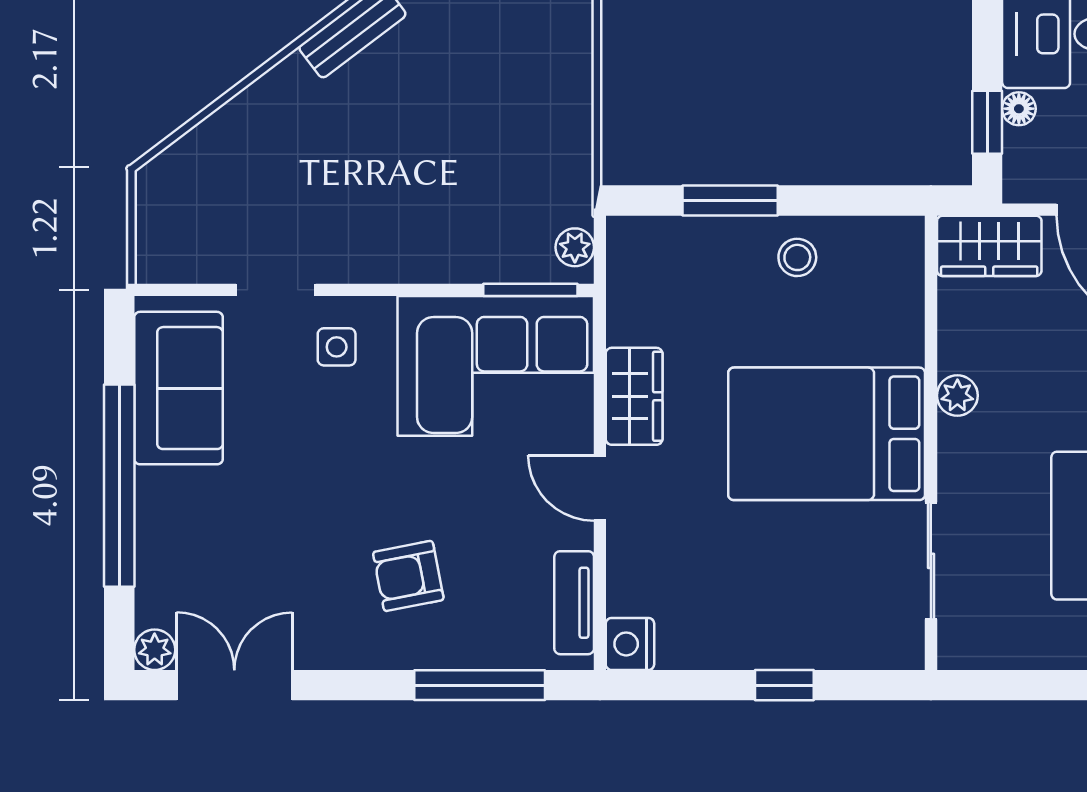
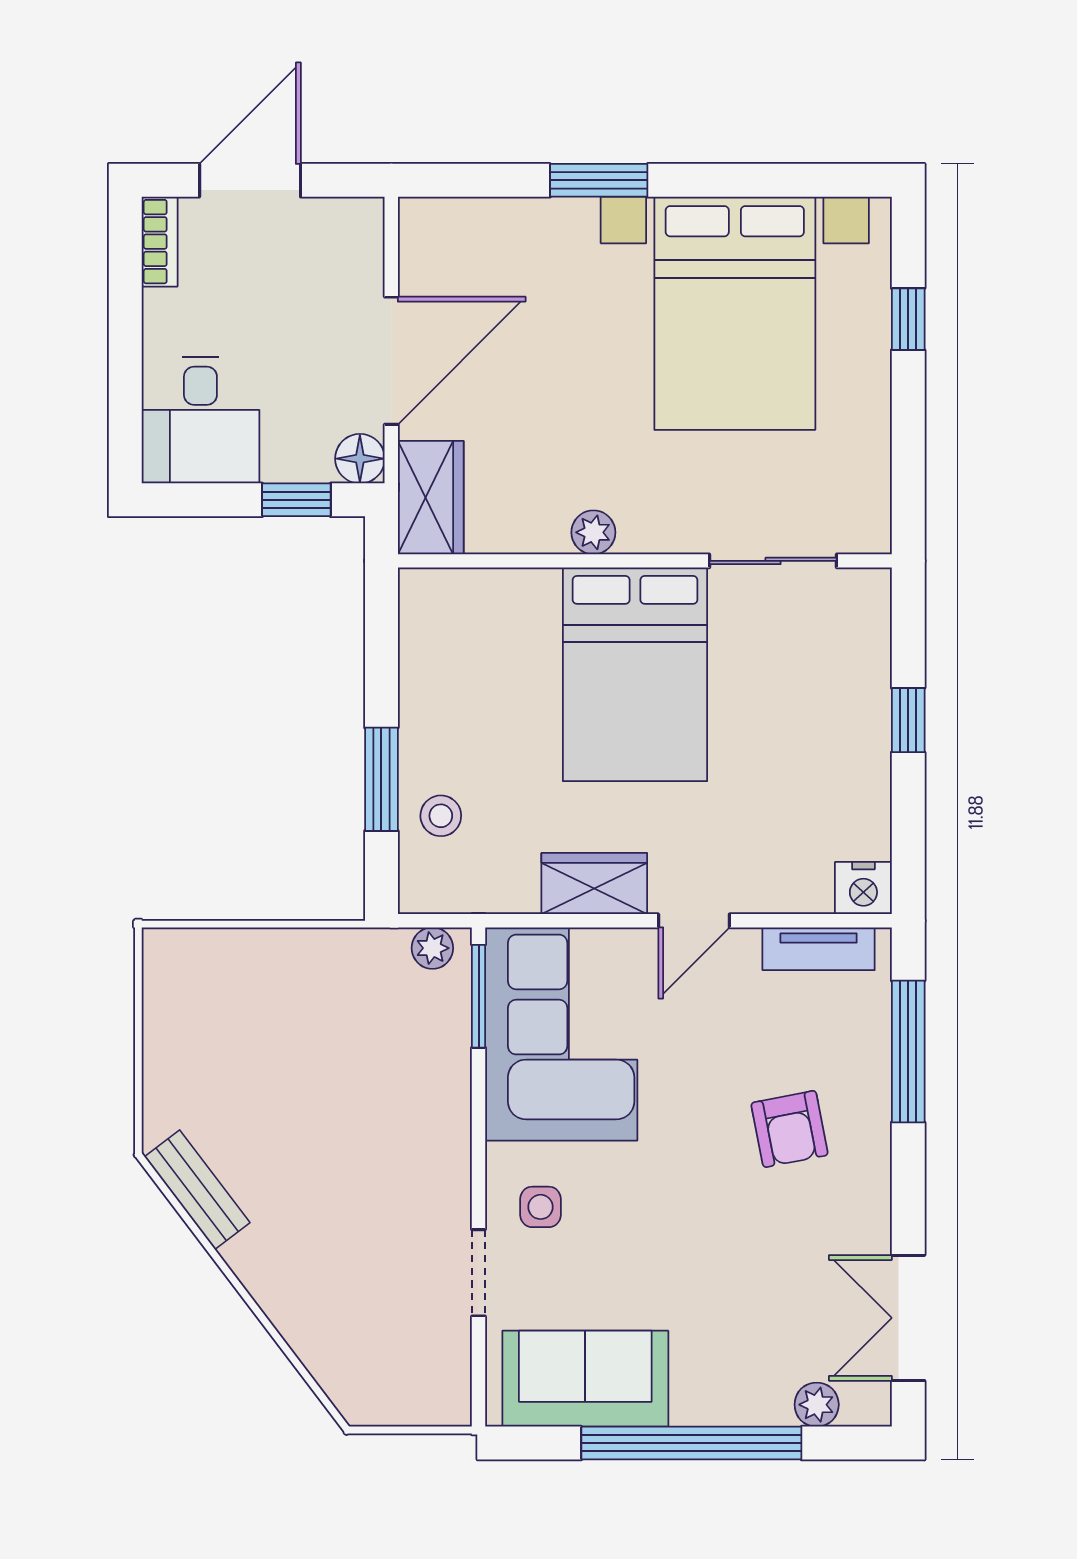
floor lamp: (1019, 109) -> (360, 459), moved, width x1.37, depth x1.37
stool: (797, 257) -> (441, 816), moved
plant: (155, 650) -> (817, 1405), moved

